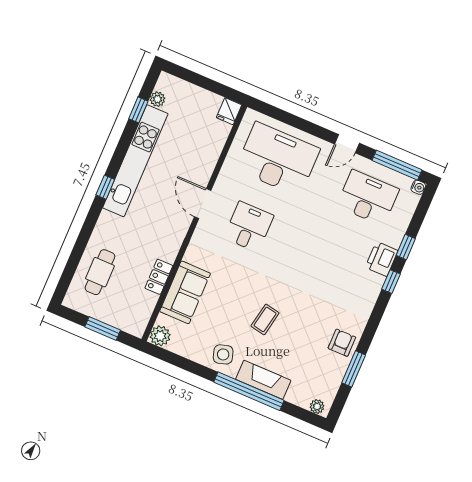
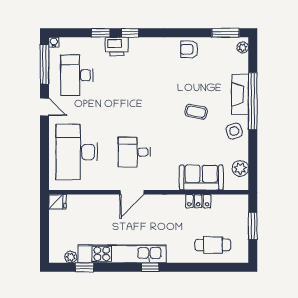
plant: (160, 336) -> (240, 168), moved
window: (354, 369) -> (226, 33), moved

